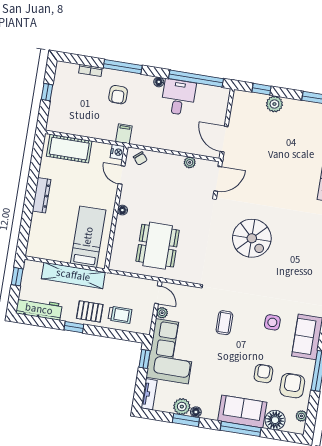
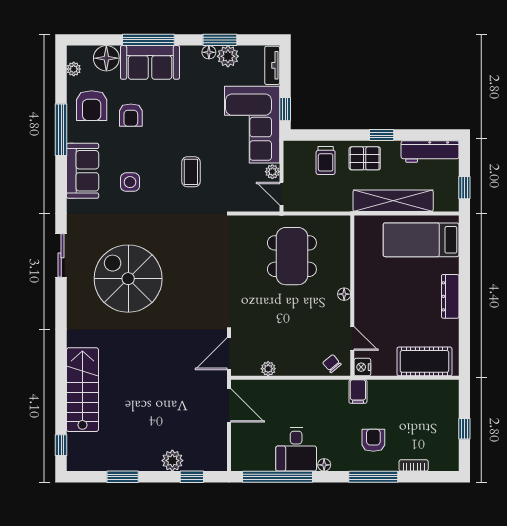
bed: (88, 237) -> (421, 240), moved, turned 90
spiral stairs: (252, 238) -> (128, 279), moved, width x1.37, depth x1.37
trolley: (120, 315) -> (326, 160), turned -90

